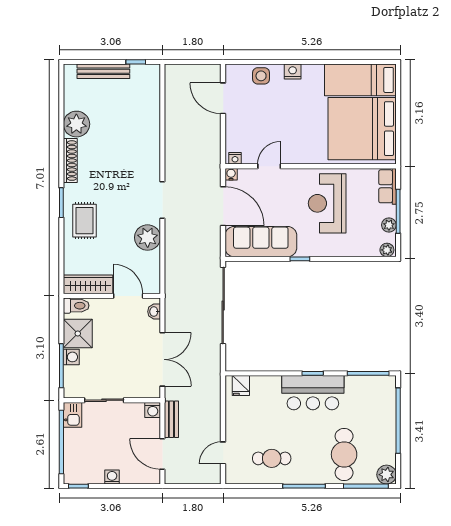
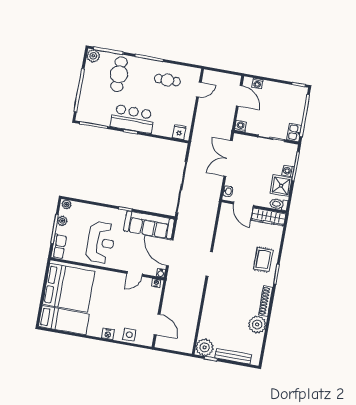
plant: (148, 238) -> (205, 347), moved
bench: (171, 419) -> (229, 118), removed
washing machine: (112, 477) -> (257, 83), moved

